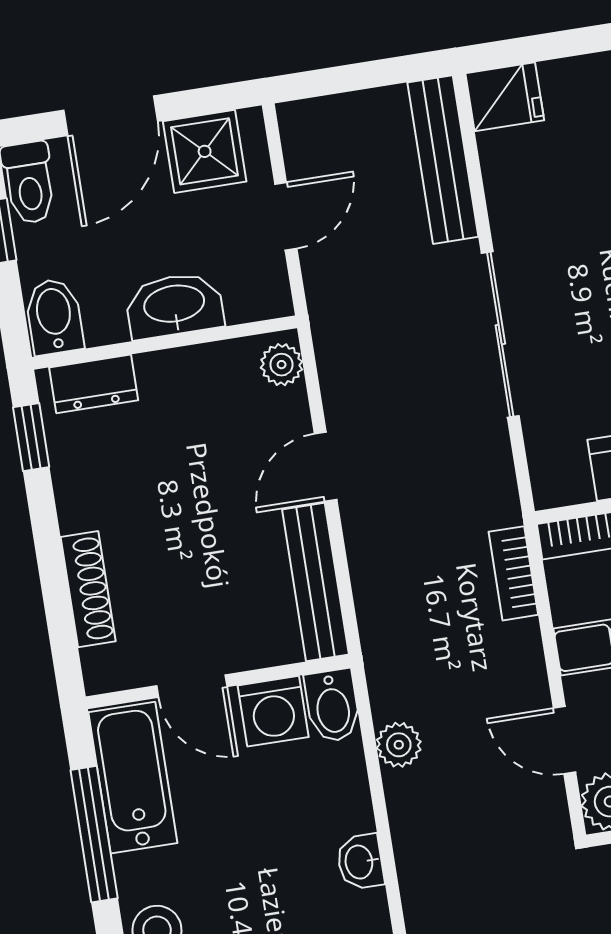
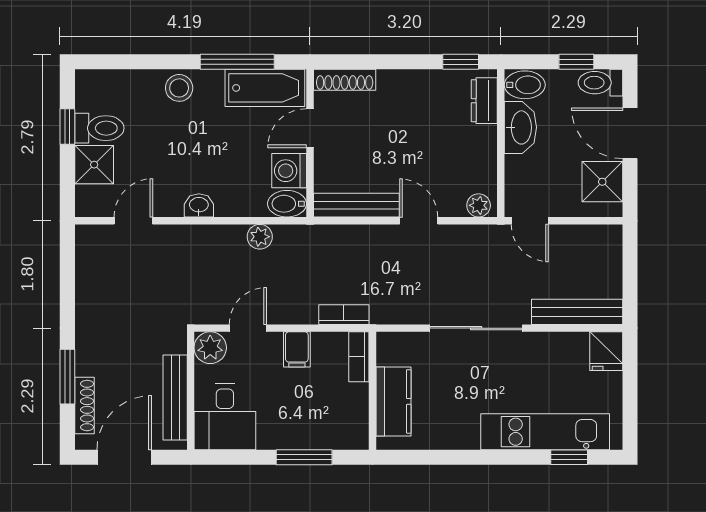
door: (286, 216) -> (530, 221), moved
washbasin: (174, 305) -> (520, 127), moved
shoe rack: (88, 589) -> (345, 80), moved

